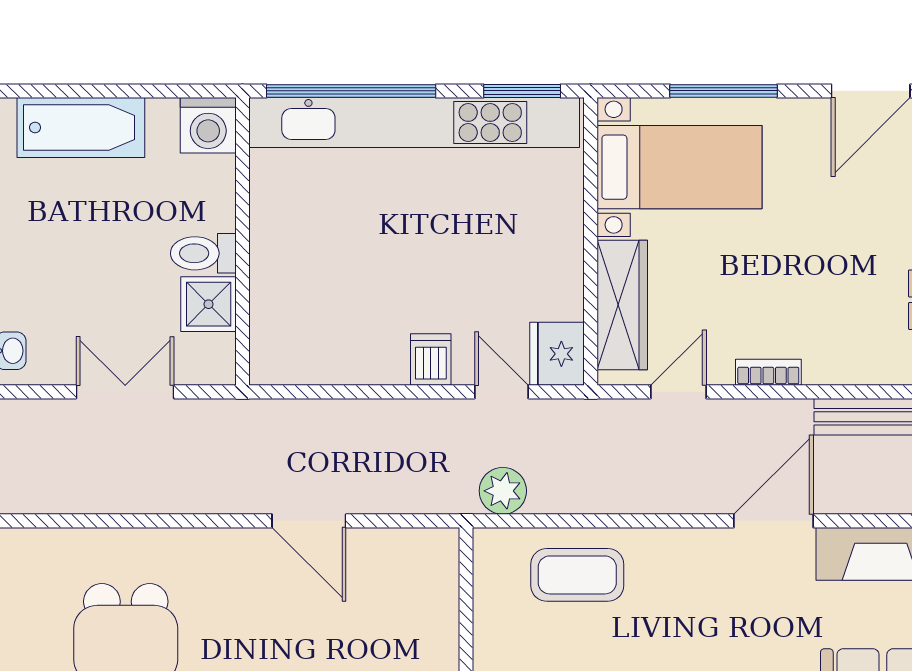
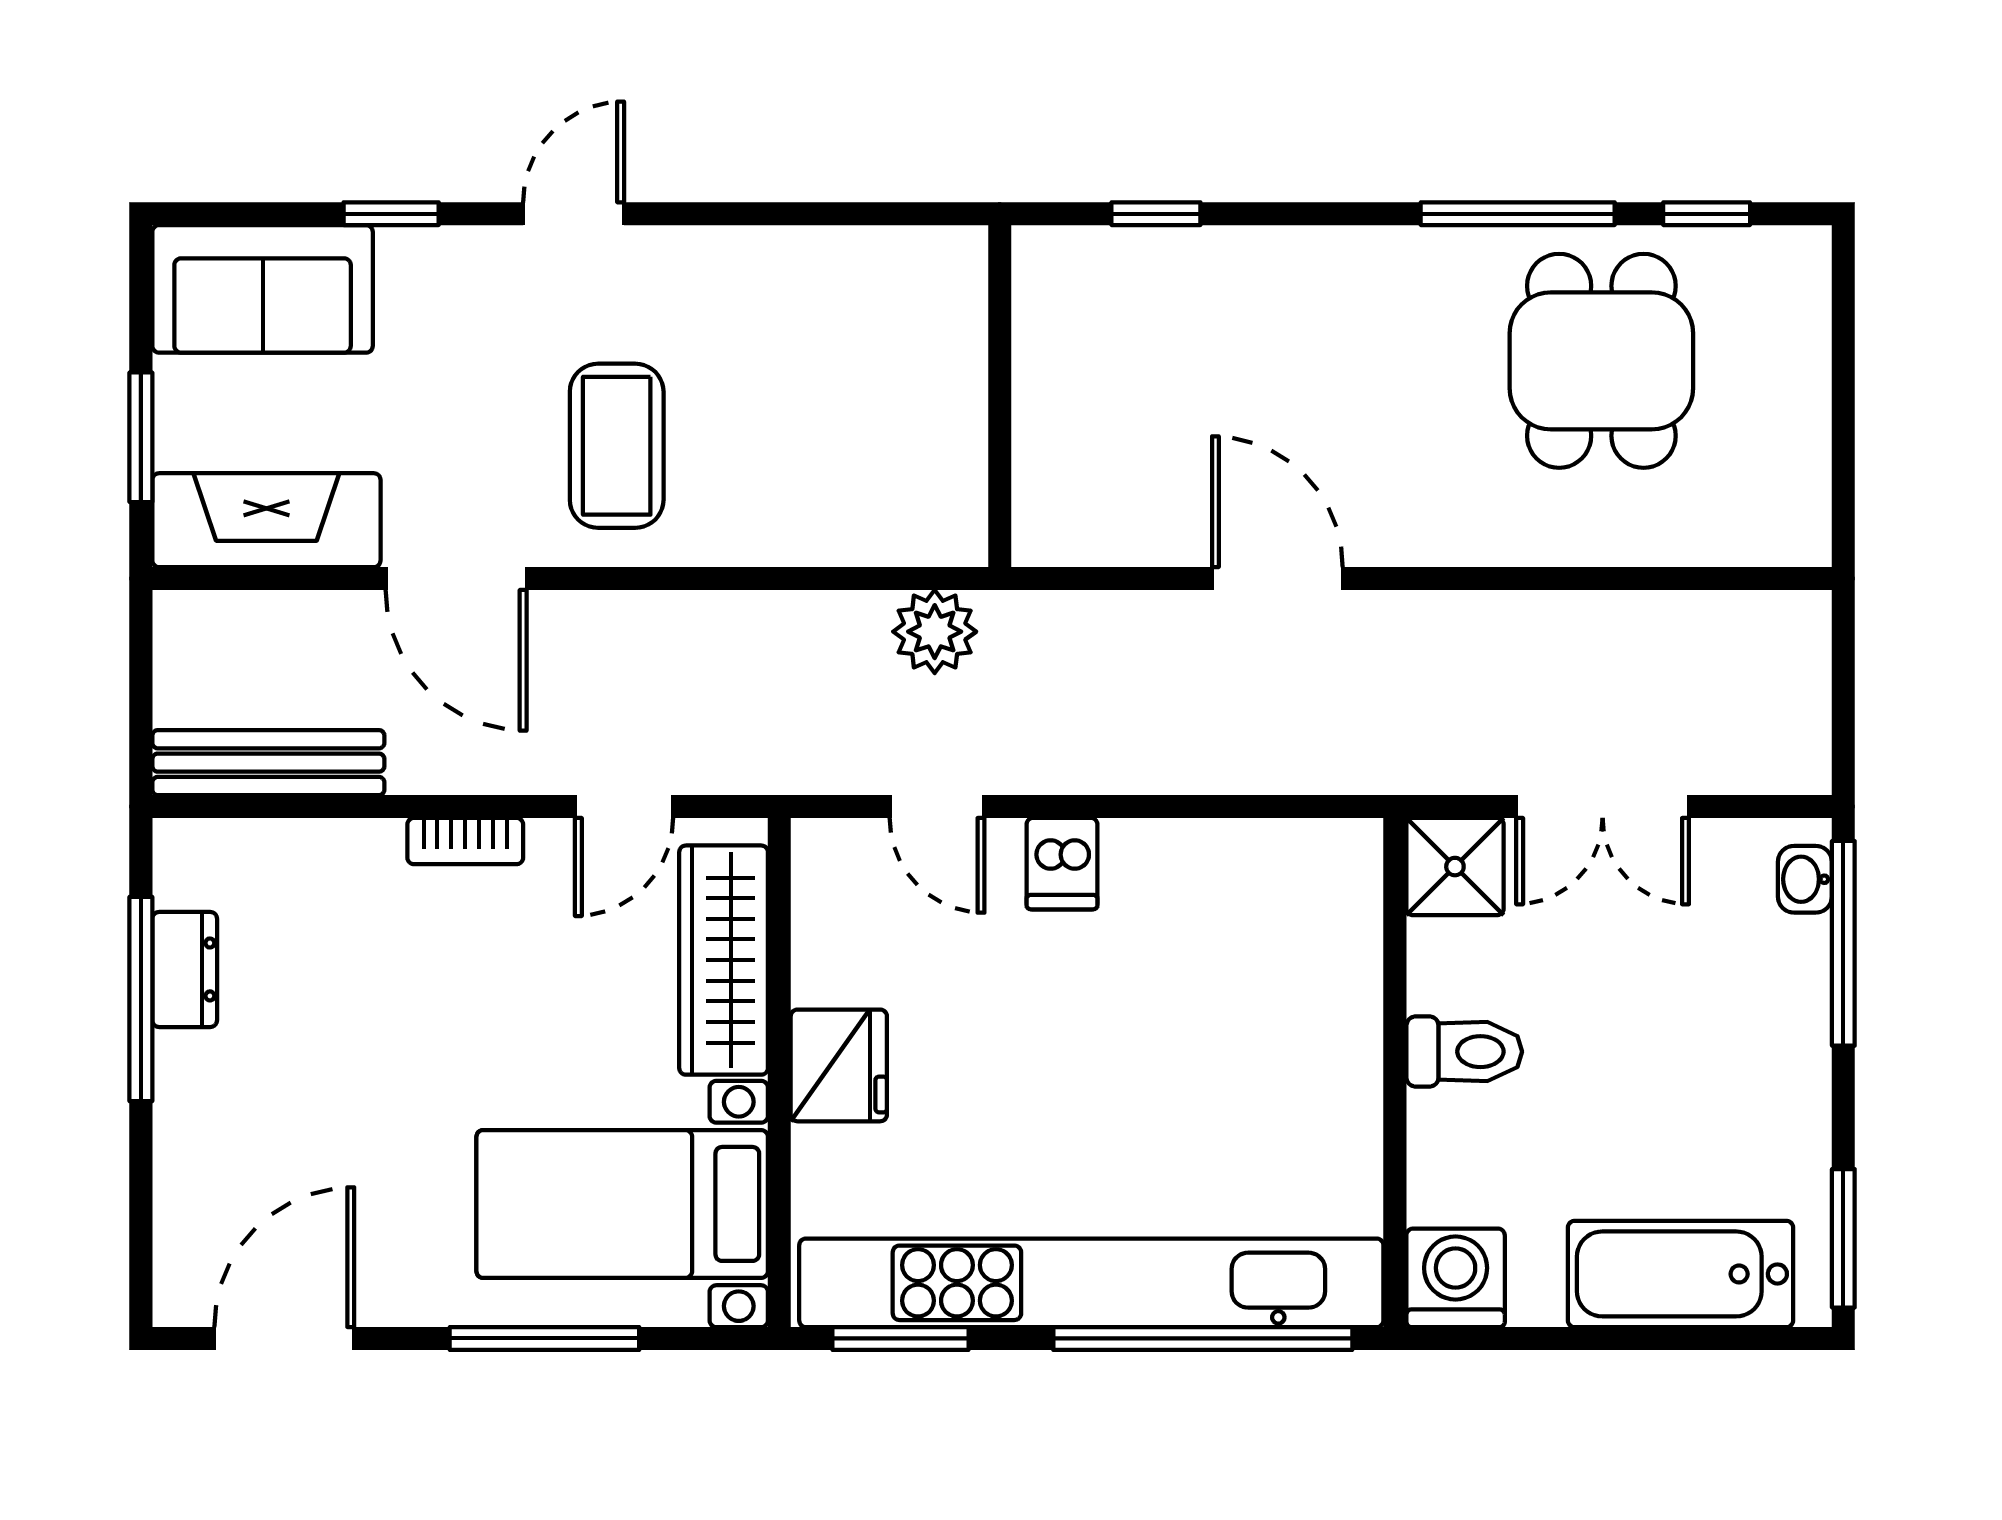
shower: (209, 304) -> (1455, 867), moved
fridge: (557, 354) -> (839, 1065), moved
door: (773, 521) -> (456, 579), hinge flipped
coffee table: (577, 575) -> (617, 446), moved, turned 90

